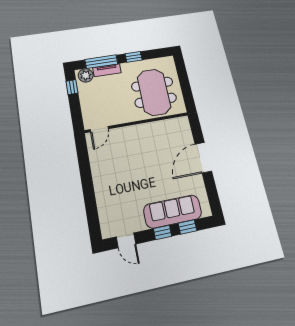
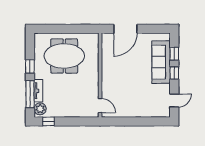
wall: (137, 123) -> (100, 75), moved
door: (99, 129) -> (100, 106), moved
door: (203, 158) -> (125, 29), hinge flipped

